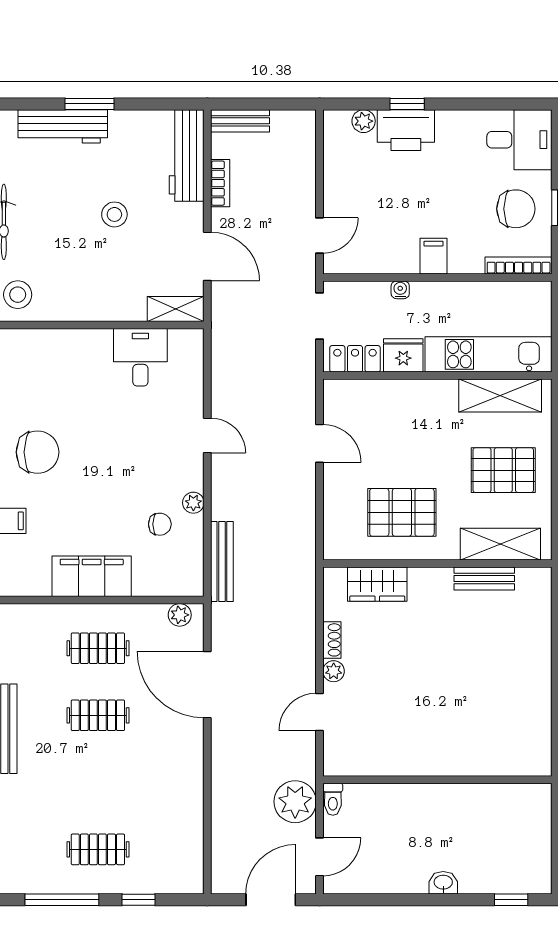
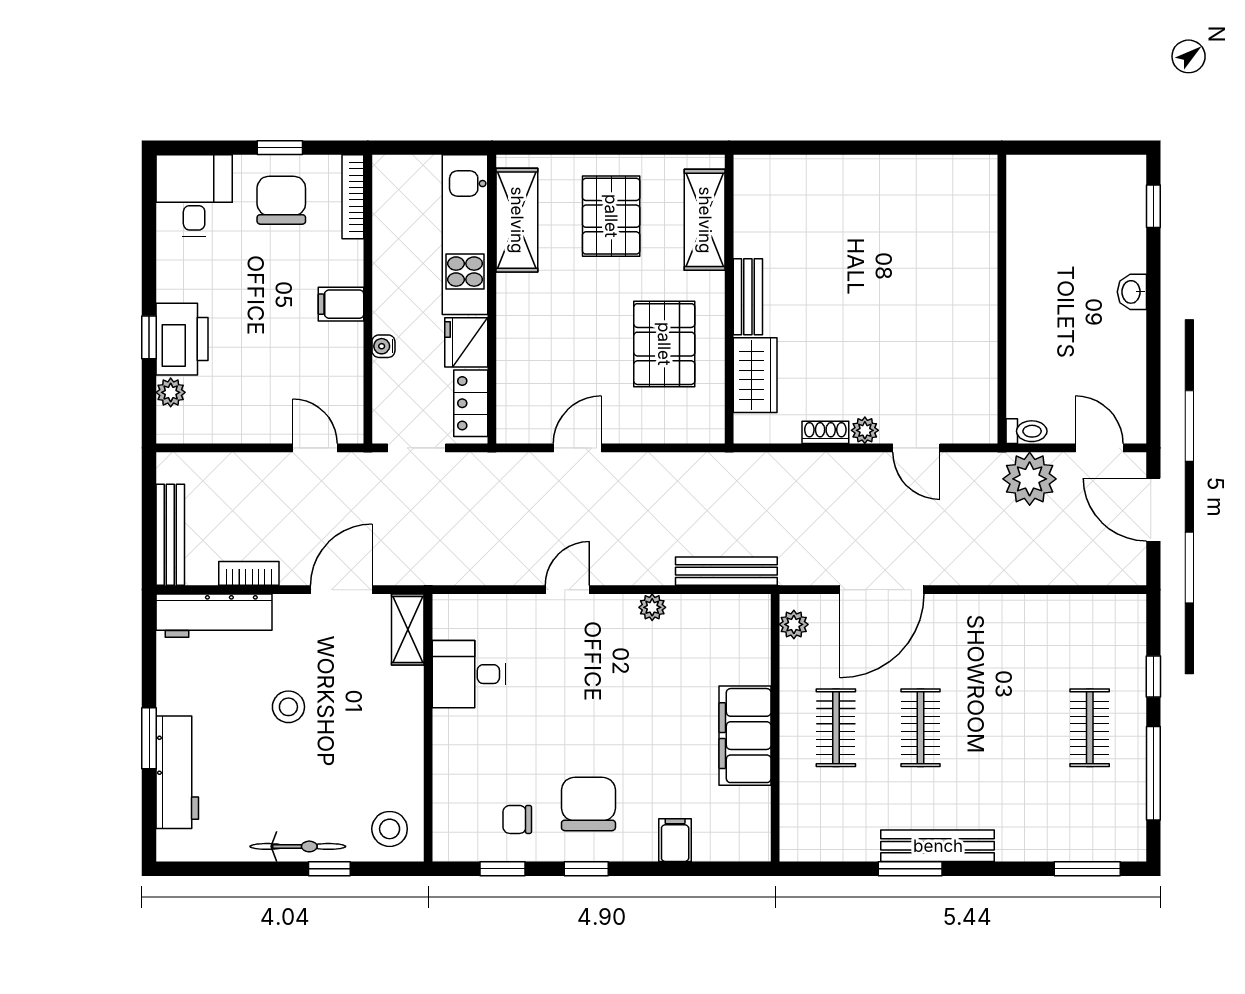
bench: (240, 121) -> (170, 535), width x1.36
chair: (160, 524) -> (517, 819), moved, turned -90
bench: (484, 579) -> (748, 297), moved

